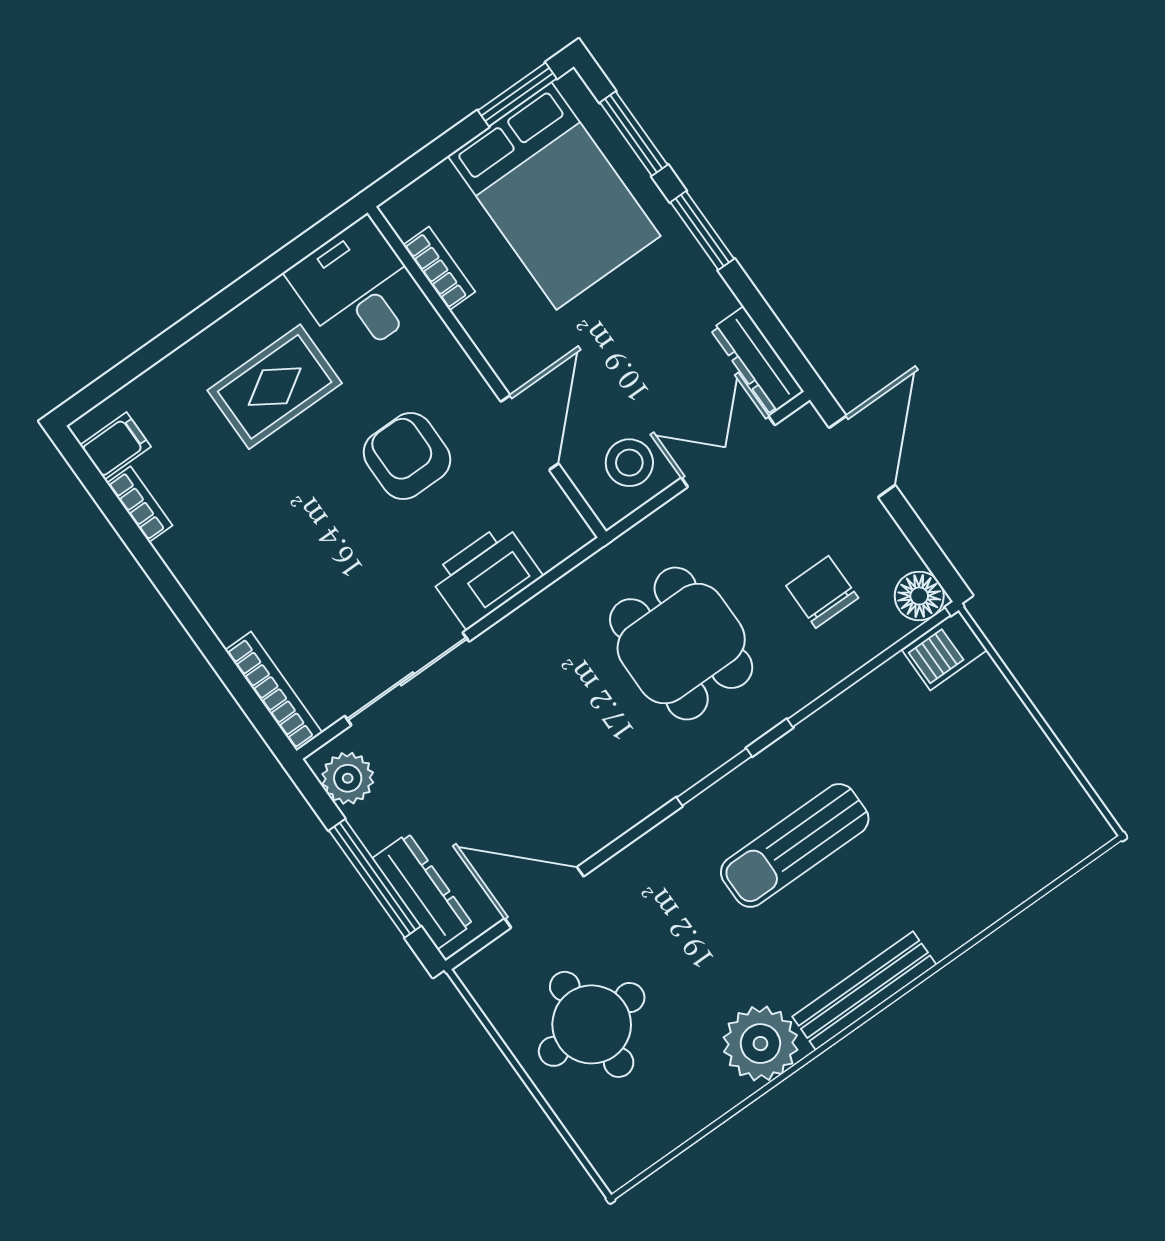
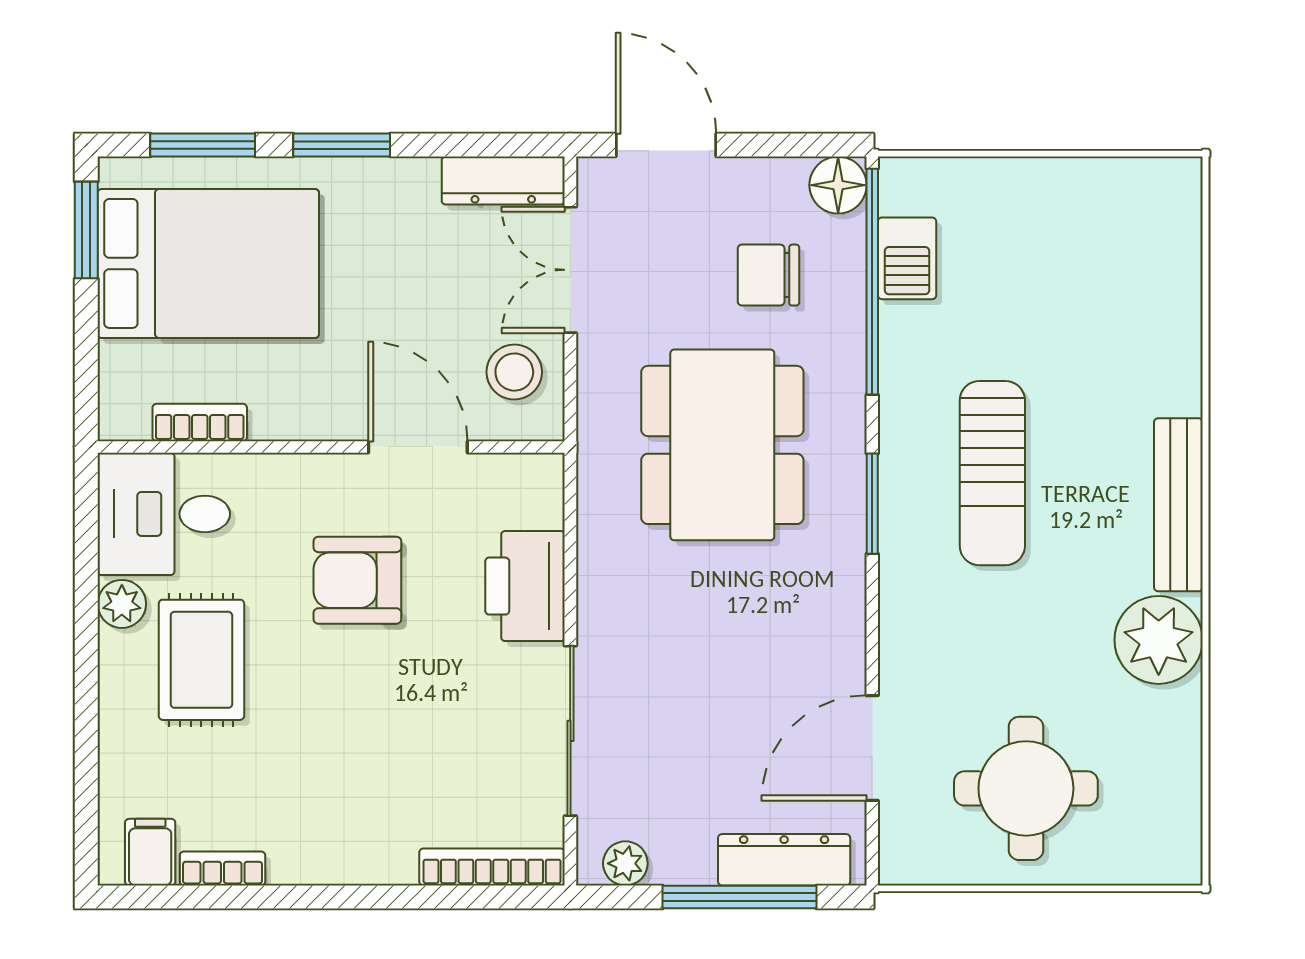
plant: (274, 304) -> (122, 604), added
dining table: (681, 644) -> (722, 445), width x1.37
barbecue: (945, 650) -> (907, 258), moved
plant: (348, 778) -> (625, 863), width x0.73, depth x0.73

